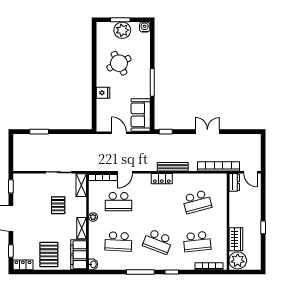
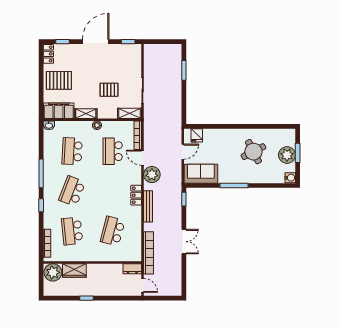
fridge: (103, 93) -> (197, 135), moved
plant: (141, 163) -> (152, 175), added
door: (250, 172) -> (143, 285), swing flipped
school desk: (197, 202) -> (113, 231), turned 30

